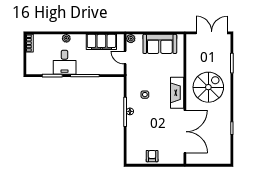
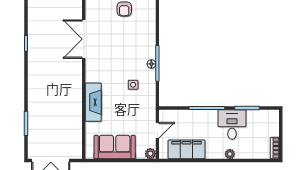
door: (125, 58) -> (157, 130), hinge flipped
spiral stairs: (208, 87) -> (55, 94), removed
fireplace: (177, 93) -> (93, 102), moved
double door: (185, 132) -> (84, 39), width x0.73

